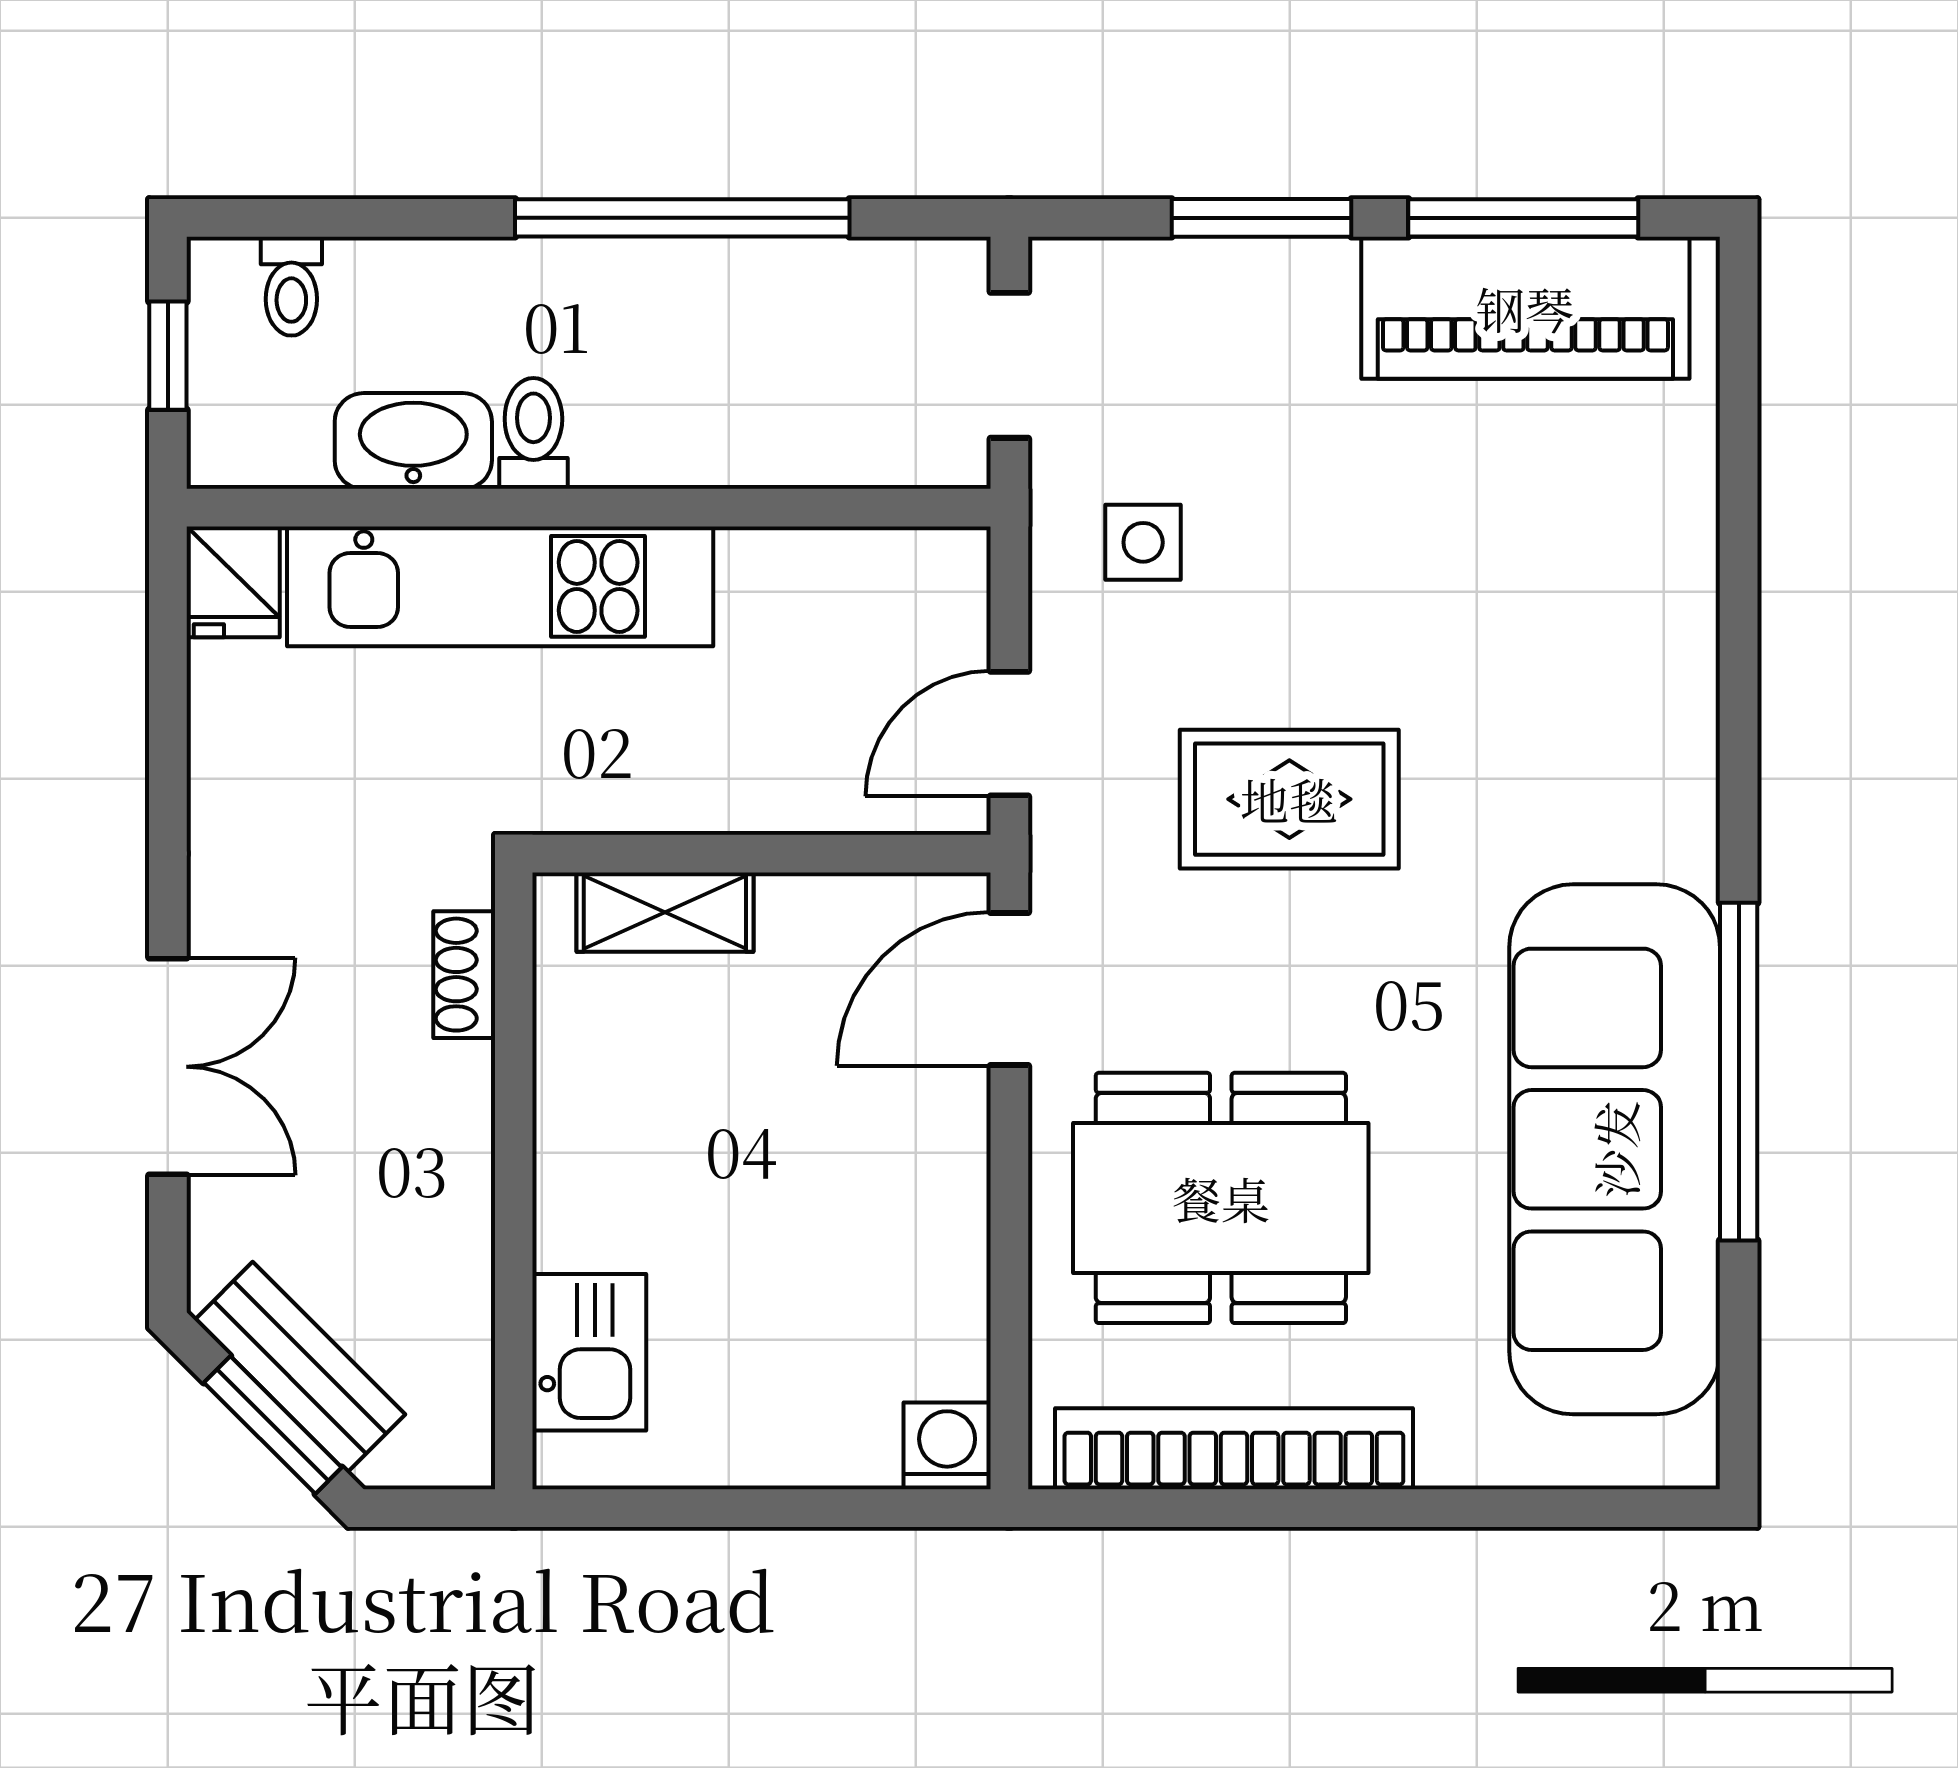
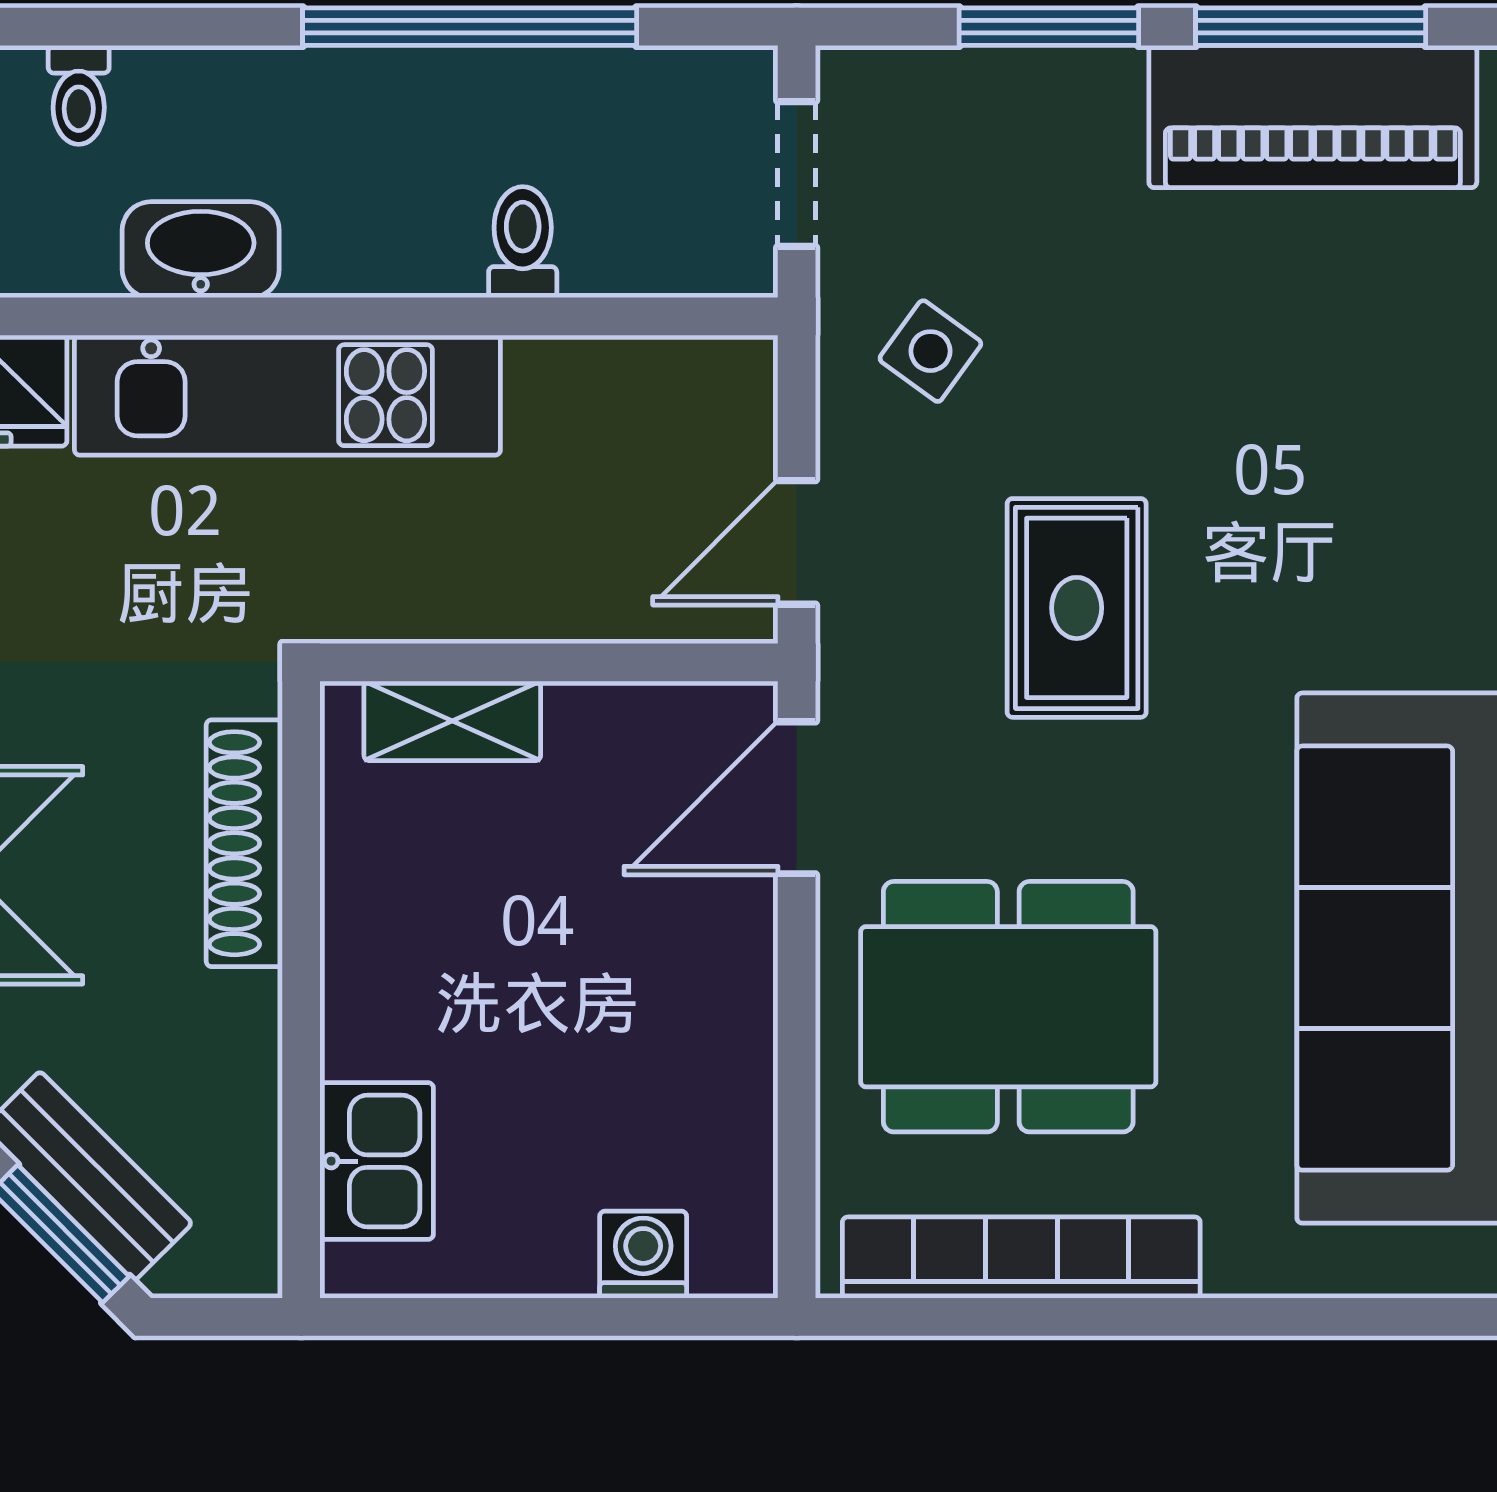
toilet: (533, 433) -> (523, 242), moved
side table: (1143, 542) -> (930, 351), turned 36
rug: (1289, 799) -> (1077, 608), turned 90
shoe rack: (464, 975) -> (244, 843), width x1.94, depth x1.24
washing machine: (947, 1446) -> (643, 1255), moved

